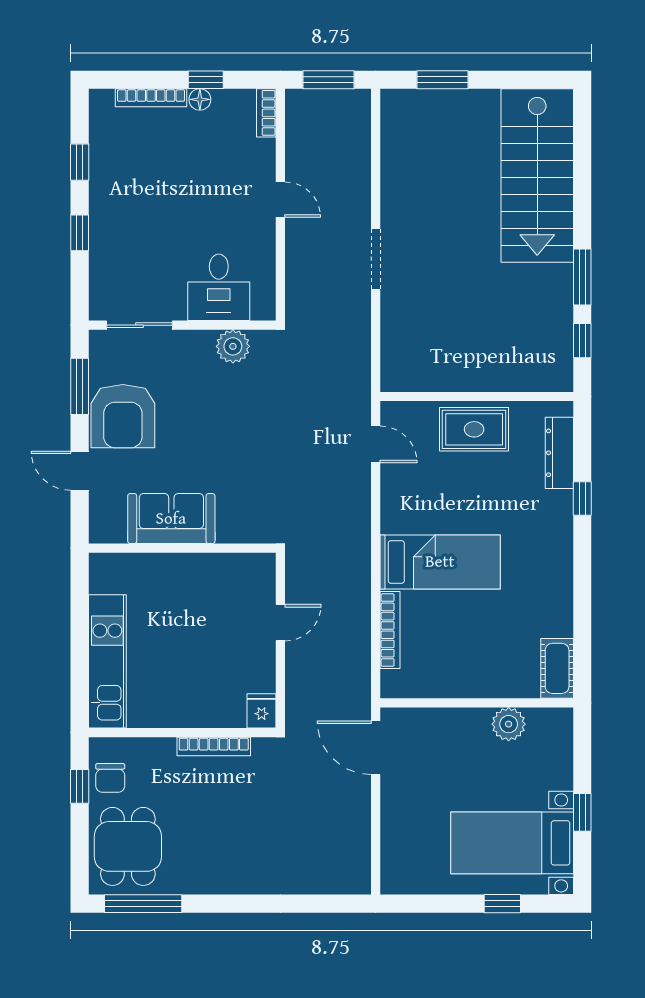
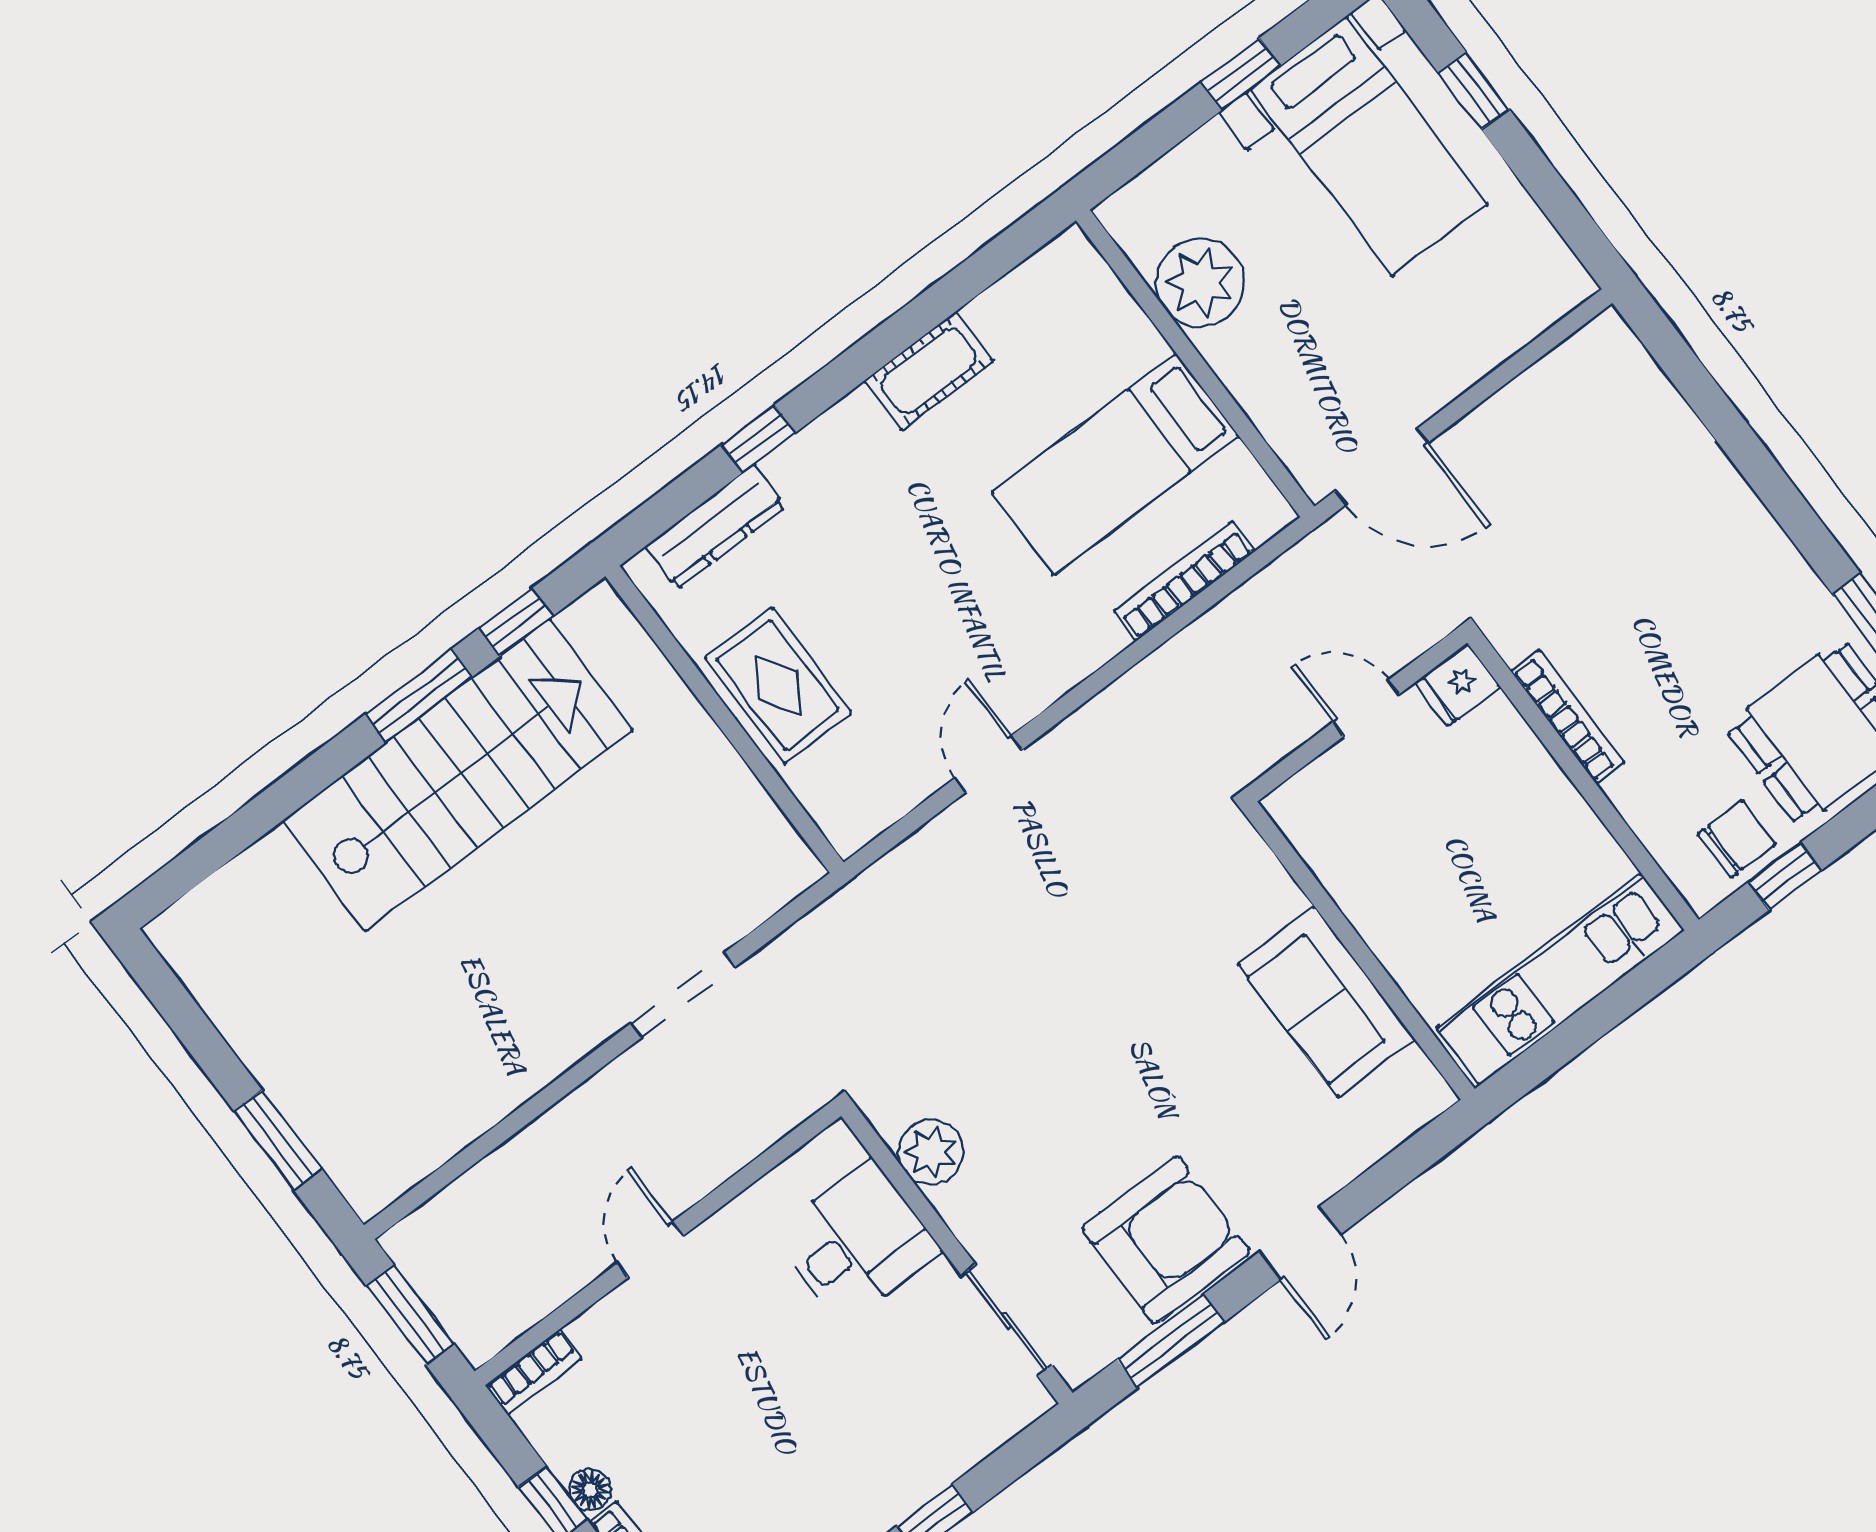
stairs: (537, 175) -> (458, 775), moved
doorway: (376, 259) -> (683, 995), moved
door: (376, 444) -> (989, 764), moved
sofa: (171, 519) -> (1326, 1002), moved
wall: (182, 548) -> (1359, 950), moved
bed: (440, 562) -> (1115, 464), moved, turned -90
door: (280, 623) -> (1366, 708), moved
cot: (557, 668) -> (929, 371), moved
plant: (509, 724) -> (1200, 283), width x1.36, depth x1.36
door: (376, 748) -> (1382, 467), hinge flipped

